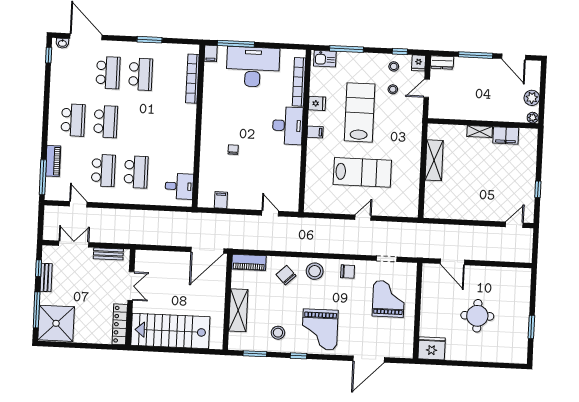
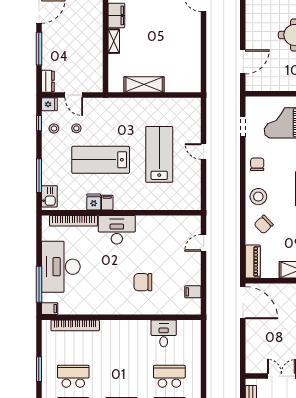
filing cabinet: (315, 132) -> (107, 203), moved
chair: (233, 150) -> (143, 282), width x1.87, depth x1.87
desk: (179, 186) -> (164, 333), moved

